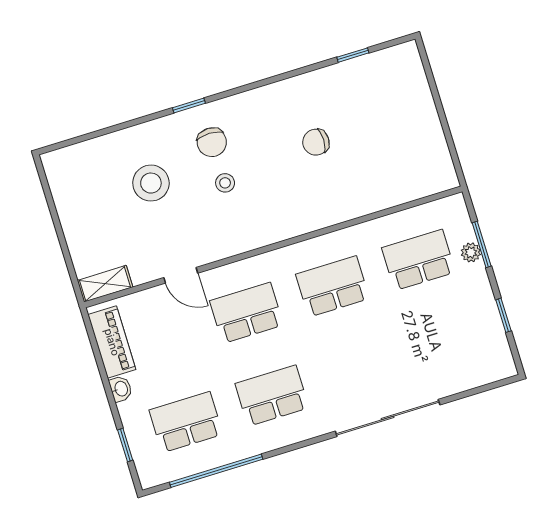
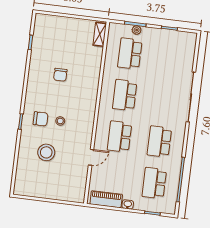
shelving: (105, 284) -> (100, 34), moved

